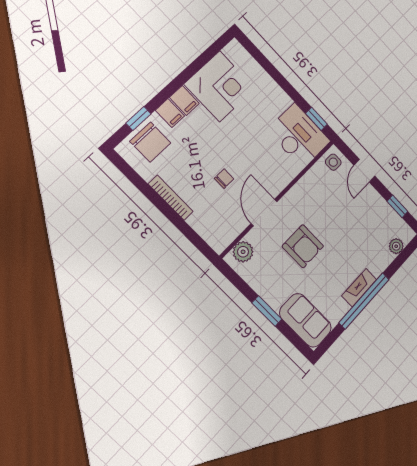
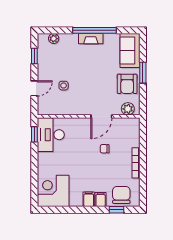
corner desk: (220, 86) -> (53, 191), moved
side table: (333, 162) -> (64, 86), moved
armchair: (303, 246) -> (127, 84), moved, turned 180

